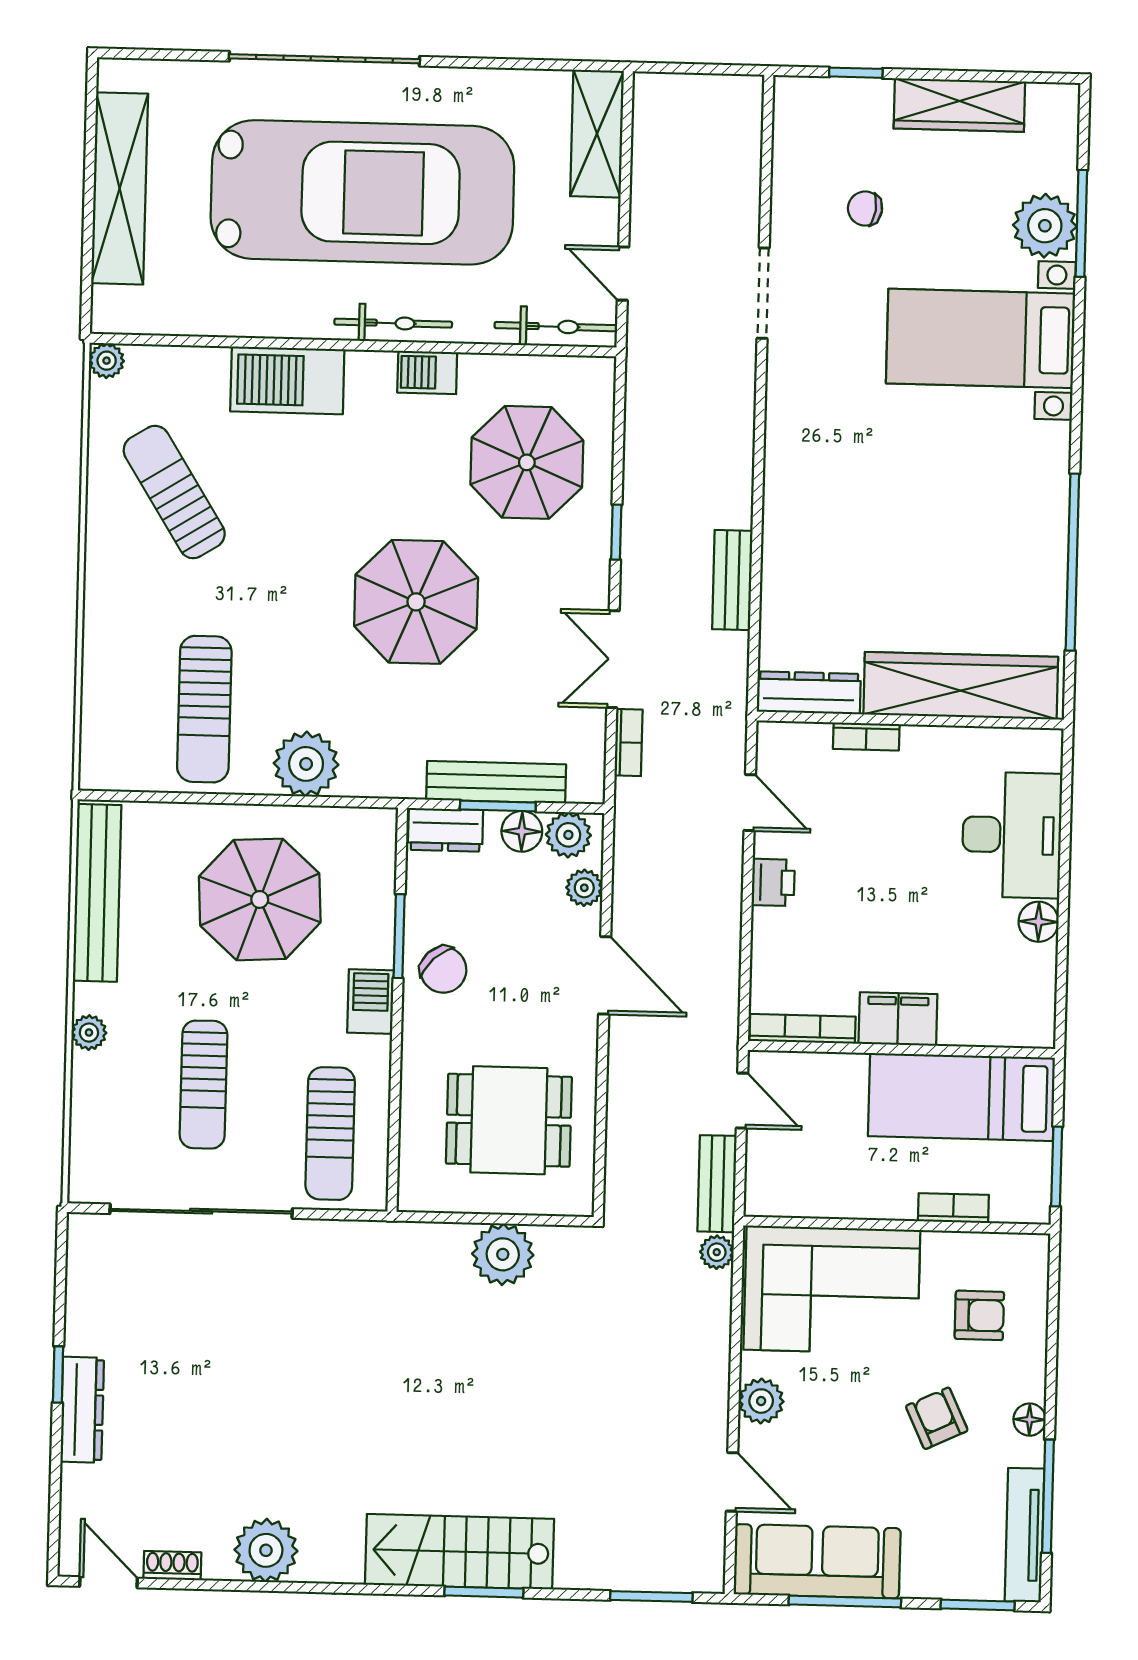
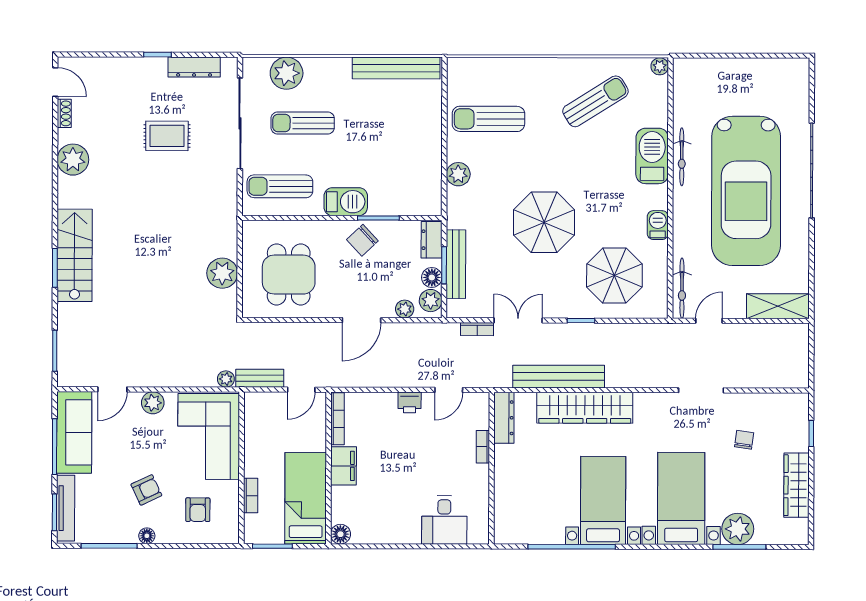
shelving: (120, 188) -> (745, 71), removed
bicycle: (393, 323) -> (682, 157), moved
bed with nightstands: (981, 496) -> (603, 500), added
bench: (732, 580) -> (559, 377), width x1.86, depth x1.21
wardrobe: (961, 686) -> (585, 408), moved, turned 90
plant: (306, 764) -> (458, 174), width x0.73, depth x0.73
desk: (1012, 835) -> (444, 520), width x0.73
parasol: (260, 899) -> (395, 149), removed
floor lamp: (1039, 922) -> (340, 534), moved
barbecue: (371, 1002) -> (346, 202), width x1.38, depth x1.27
plant: (89, 1033) -> (287, 73), moved, width x1.87, depth x1.87
rug: (223, 1359) -> (167, 136), added
dresser: (82, 1410) -> (194, 67), moved
tv unit: (1024, 1535) -> (66, 508), moved, turned 90
door: (108, 1582) -> (55, 82), hinge flipped

